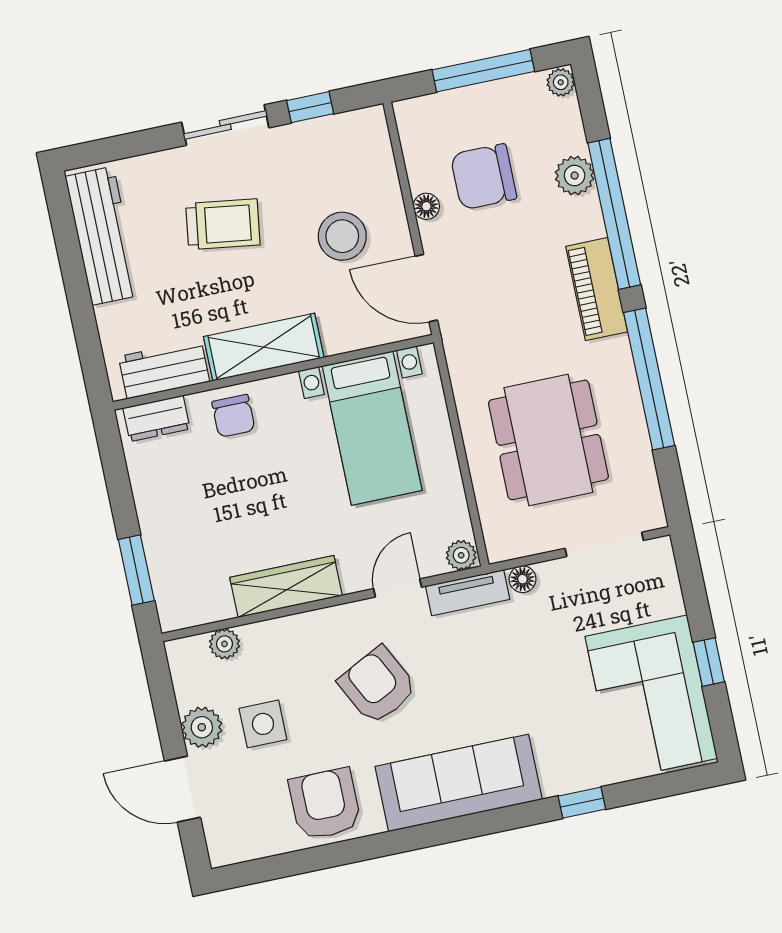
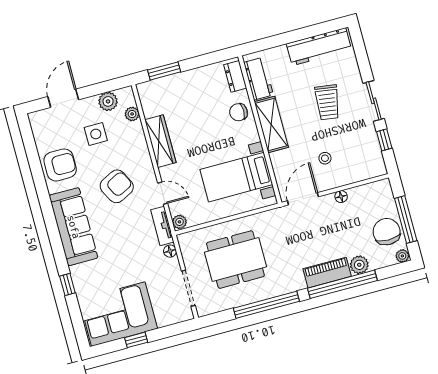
chair: (484, 177) -> (387, 232), moved
stool: (342, 236) -> (325, 158), width x0.53, depth x0.53
piano: (597, 289) -> (327, 273), moved
plant: (202, 727) -> (108, 101), moved

